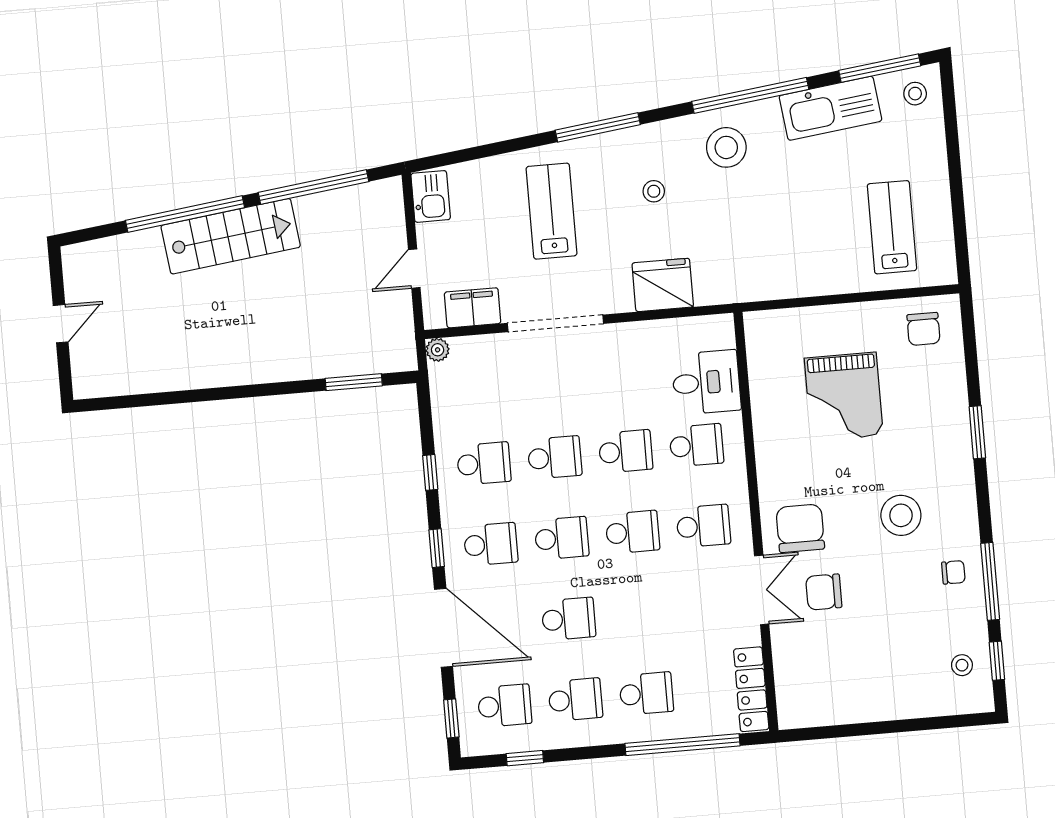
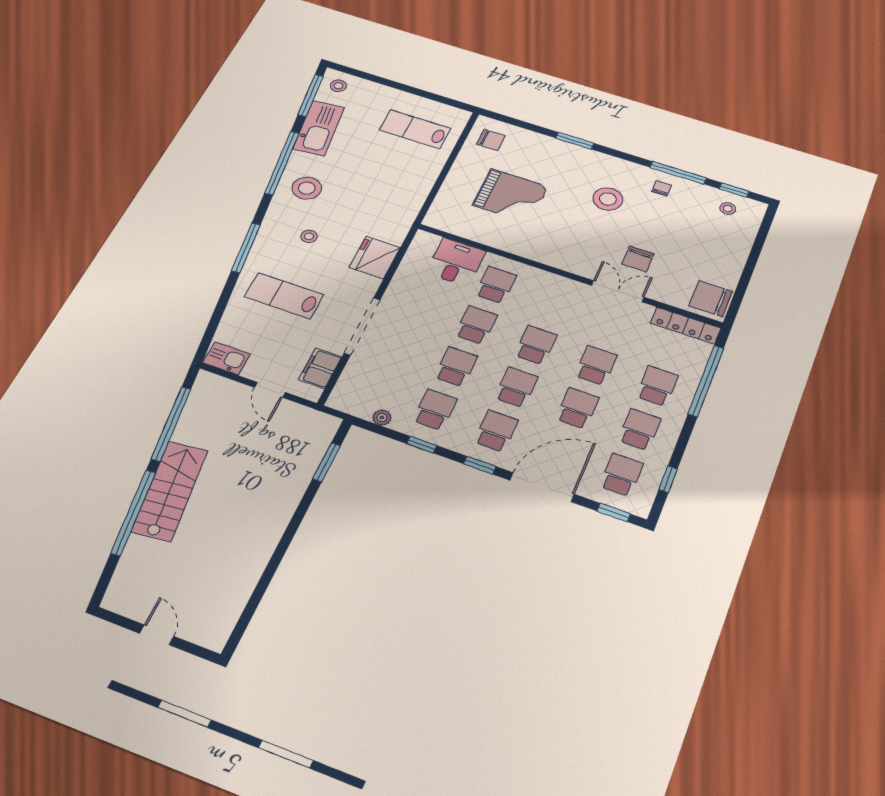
plant: (438, 350) -> (382, 417), moved
school desk: (703, 526) -> (596, 365), moved
chair: (800, 528) -> (711, 299), moved

